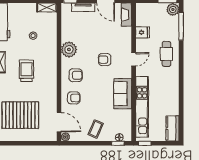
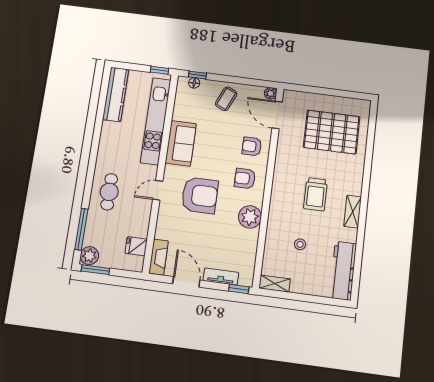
fridge: (143, 32) -> (136, 246), moved
armchair: (105, 60) -> (200, 195), width x1.88, depth x1.88
kitchen counter: (173, 128) -> (116, 94), width x1.50

